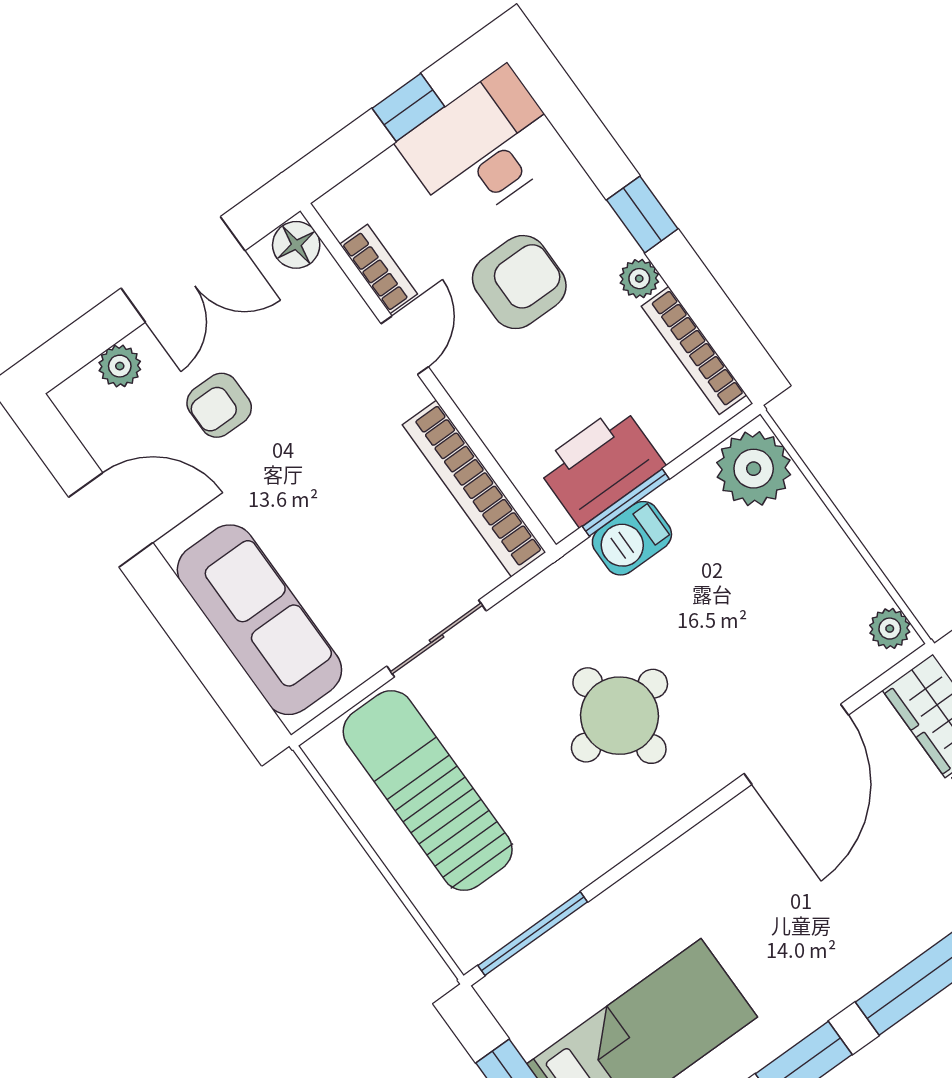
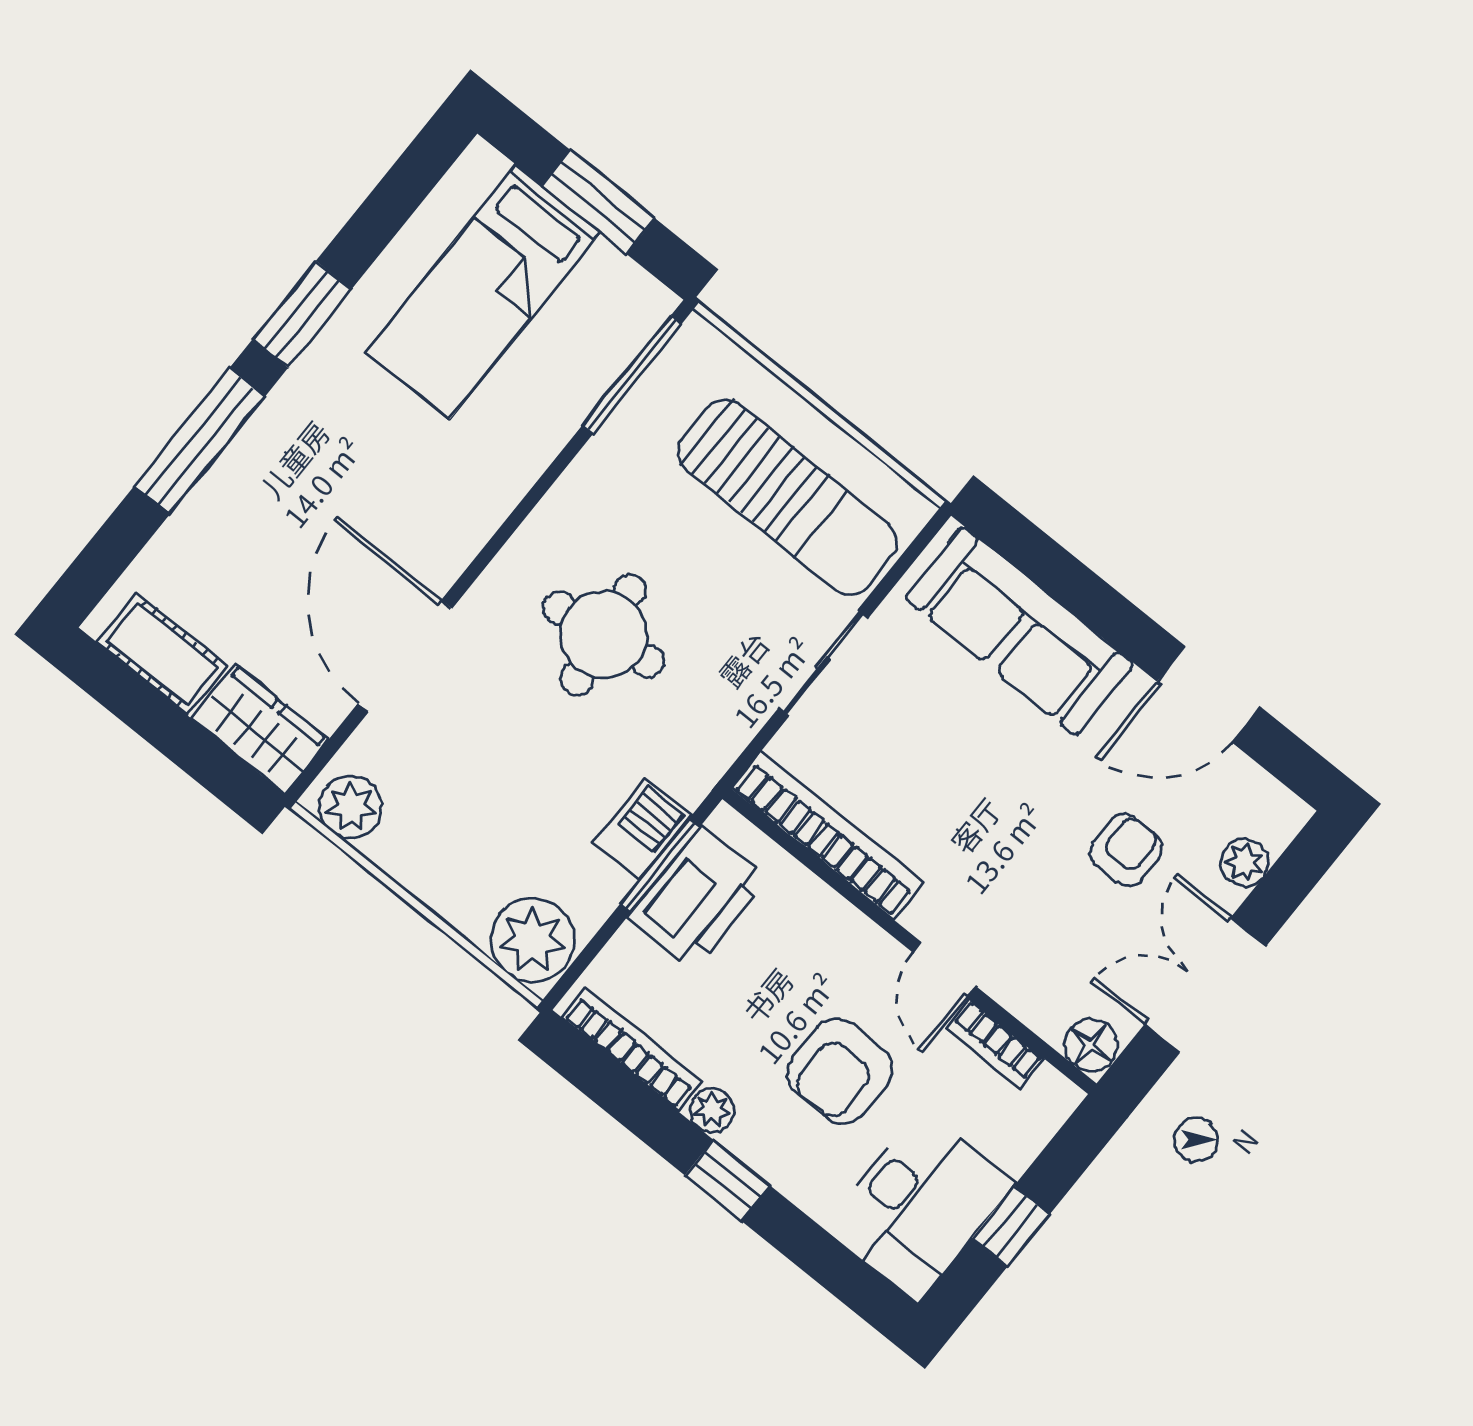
plant: (890, 629) -> (351, 807), width x1.38, depth x1.38

